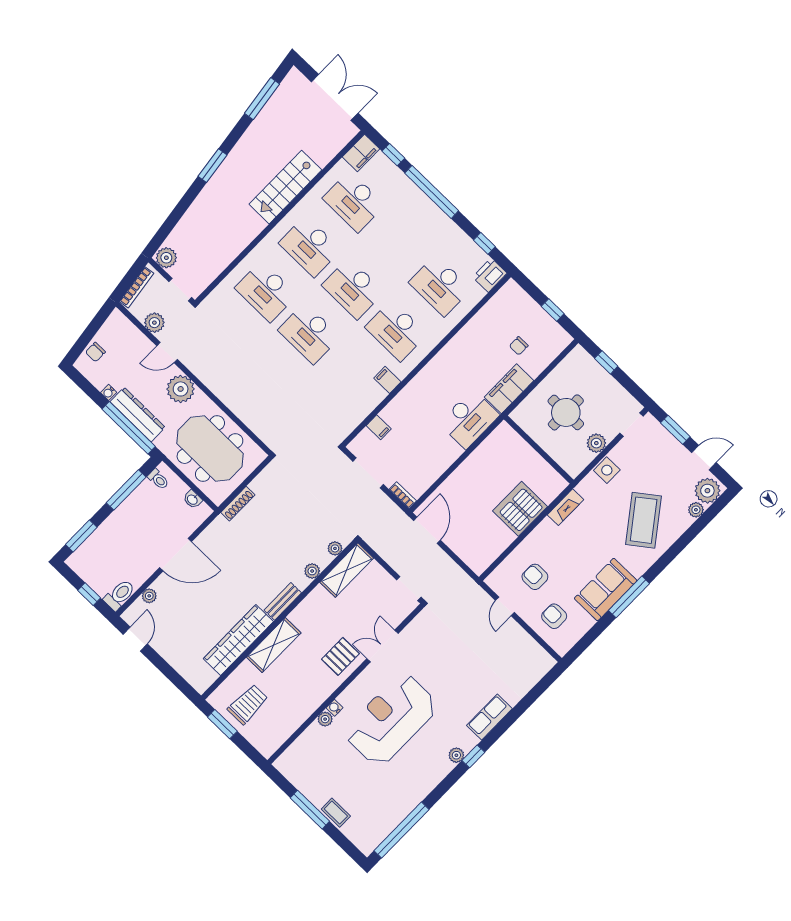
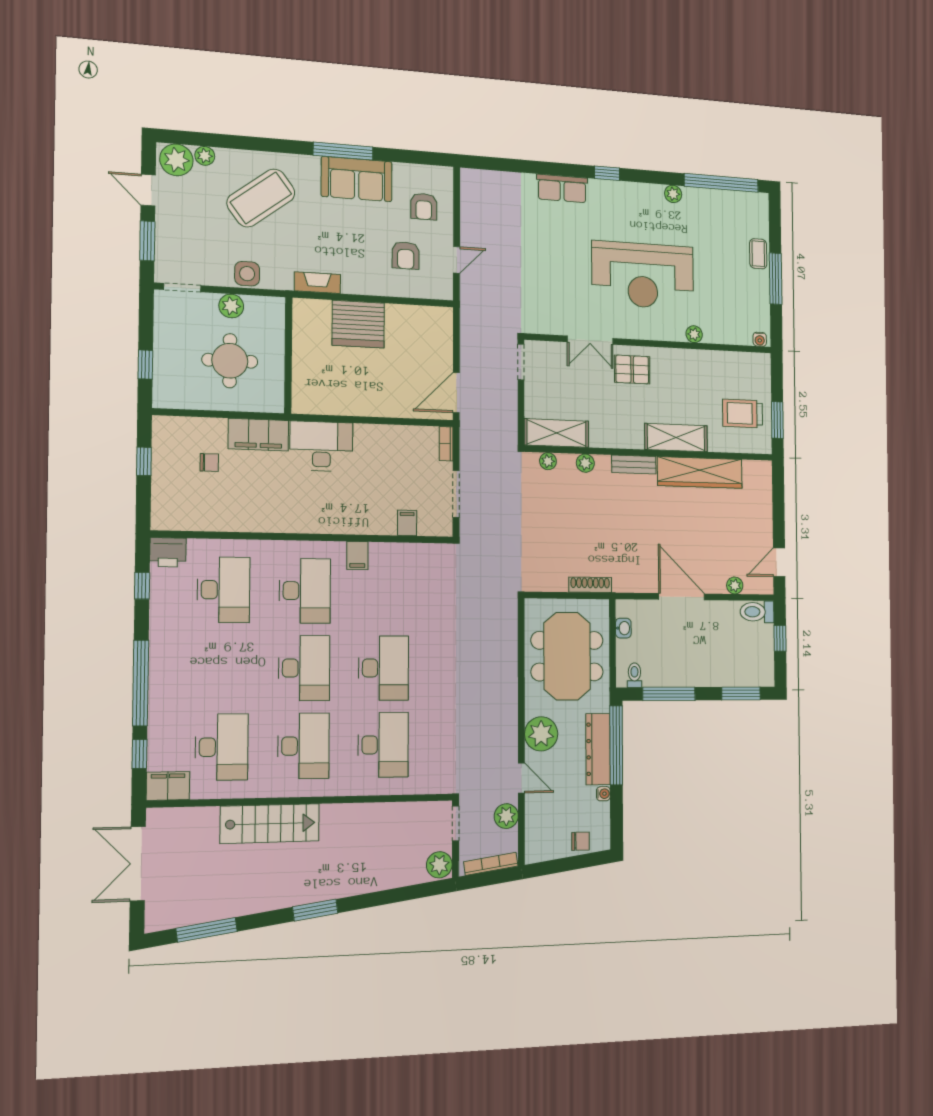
water cooler: (335, 708) -> (760, 339), moved
plant: (456, 755) -> (673, 194), moved

